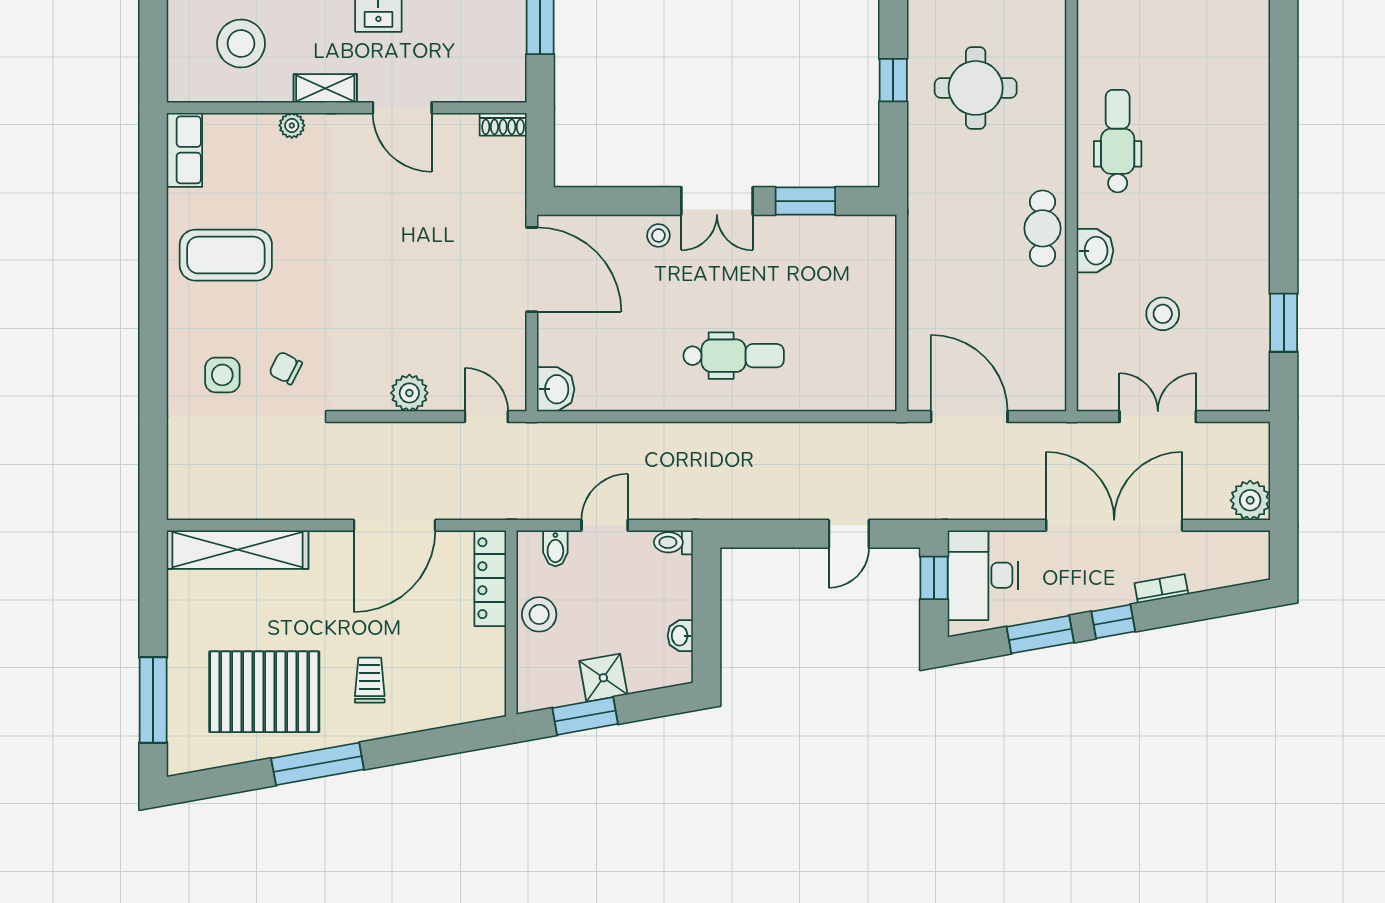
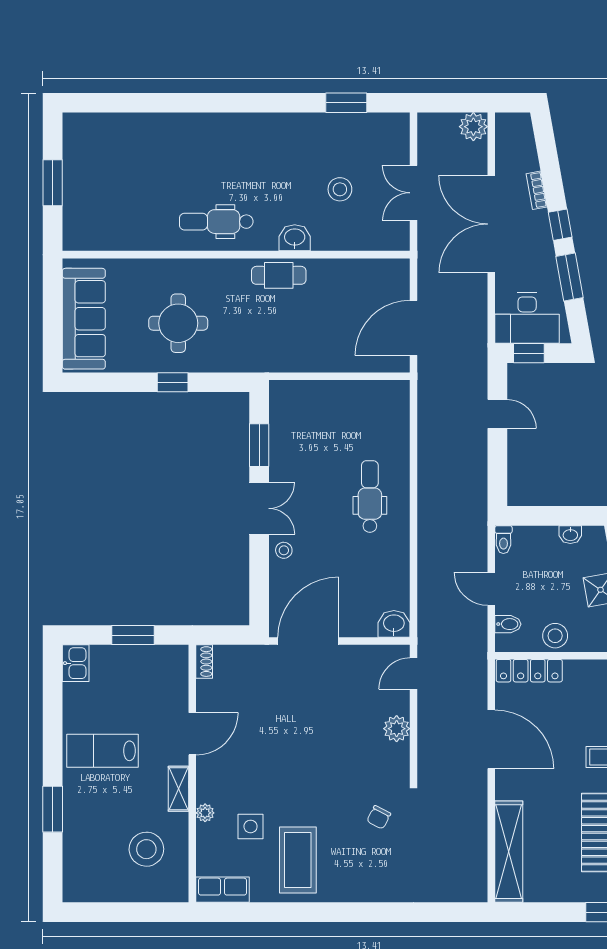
side table: (222, 375) -> (251, 826), moved

